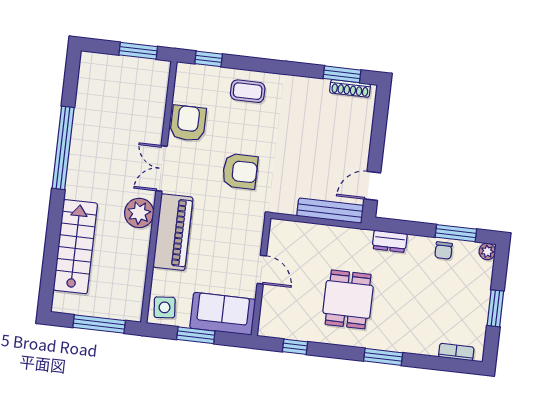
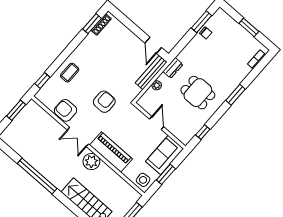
dresser: (390, 241) -> (173, 68), moved
plant: (487, 251) -> (157, 85), moved
door: (262, 270) -> (157, 123), hinge flipped

